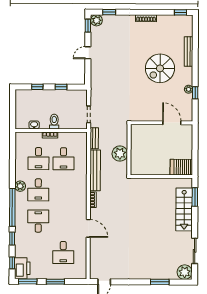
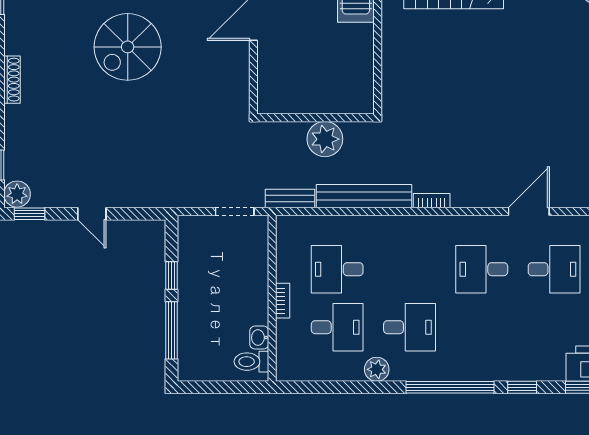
spiral stairs: (160, 68) -> (128, 47), turned 90
window: (37, 87) -> (171, 330), width x2.17
toilet: (54, 122) -> (251, 362), moved
desk: (64, 159) -> (337, 269), turned 180
plant: (20, 186) -> (377, 369), moved
desk: (38, 221) -> (482, 269), moved
door: (88, 228) -> (529, 211), moved

